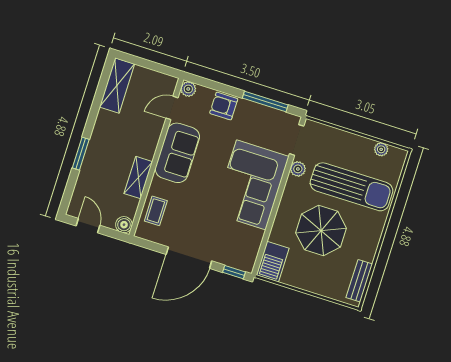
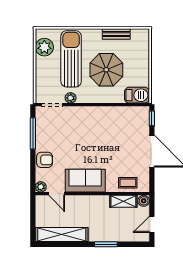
shelving: (117, 85) -> (62, 235), width x1.47
armchair: (224, 106) -> (45, 160), turned -90
plant: (381, 149) -> (44, 47), width x1.87, depth x1.87
shelving: (138, 178) -> (123, 201), moved
corner sofa: (251, 185) -> (91, 125), removed
bench: (359, 281) -> (116, 34), moved

